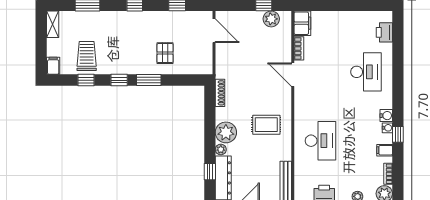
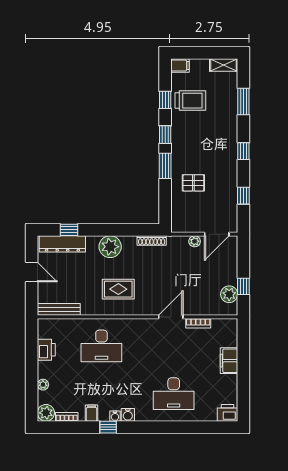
filing cabinet: (302, 23) -> (229, 361), moved, turned 90
printer: (384, 32) -> (227, 413), moved
rug: (266, 125) -> (118, 289), turned 90
plant: (221, 149) -> (195, 241), moved

